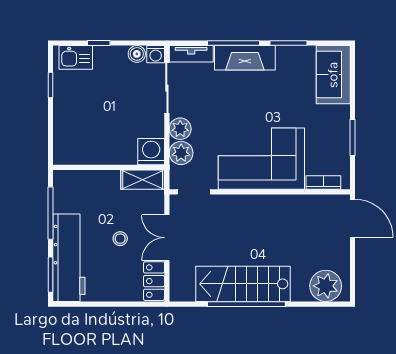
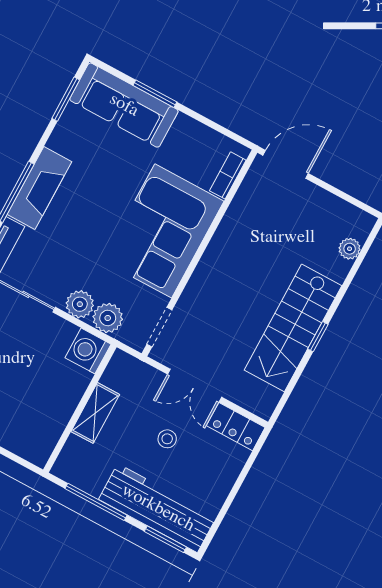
window: (288, 43) -> (66, 99), moved
sofa: (333, 75) -> (124, 105), width x1.36
window: (352, 138) -> (155, 94), moved
shelving: (143, 180) -> (95, 413), moved
plant: (326, 286) -> (350, 249), width x0.53, depth x0.53
window: (246, 304) -> (318, 337), width x0.32

